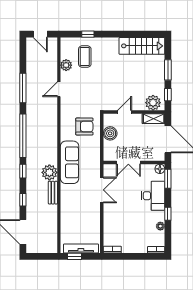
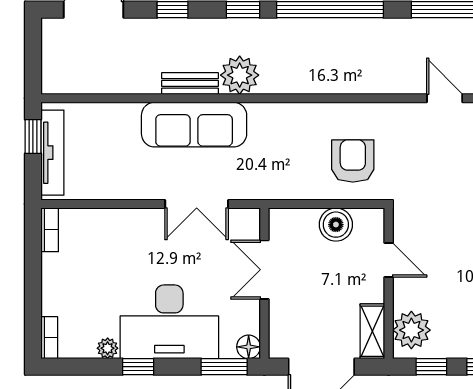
armchair: (84, 127) -> (353, 161), turned 180
sofa: (70, 162) -> (194, 125), moved
desk: (153, 196) -> (169, 322), width x1.36, depth x1.30

